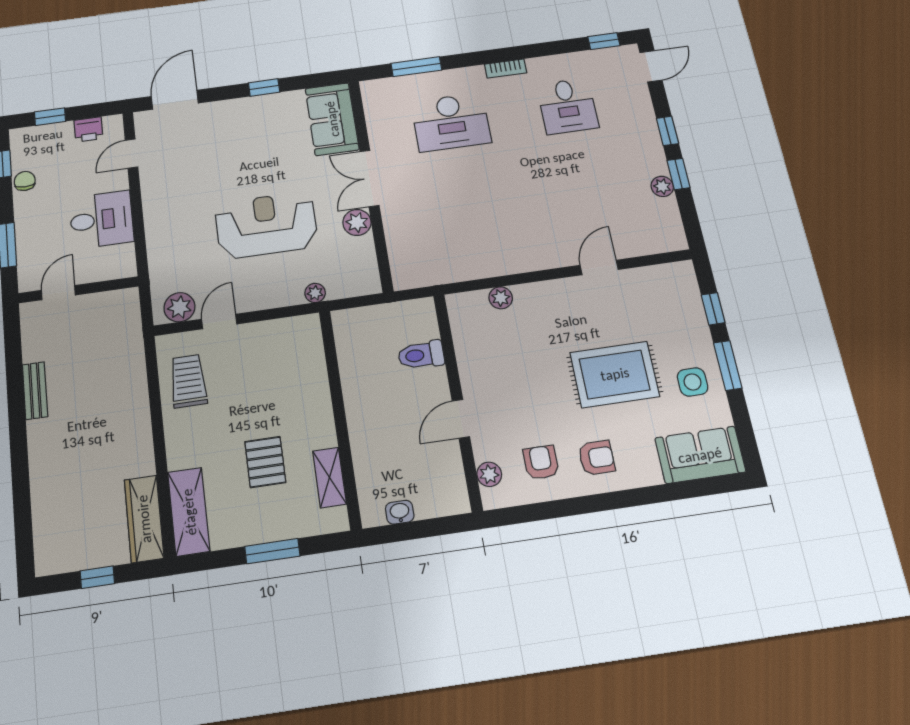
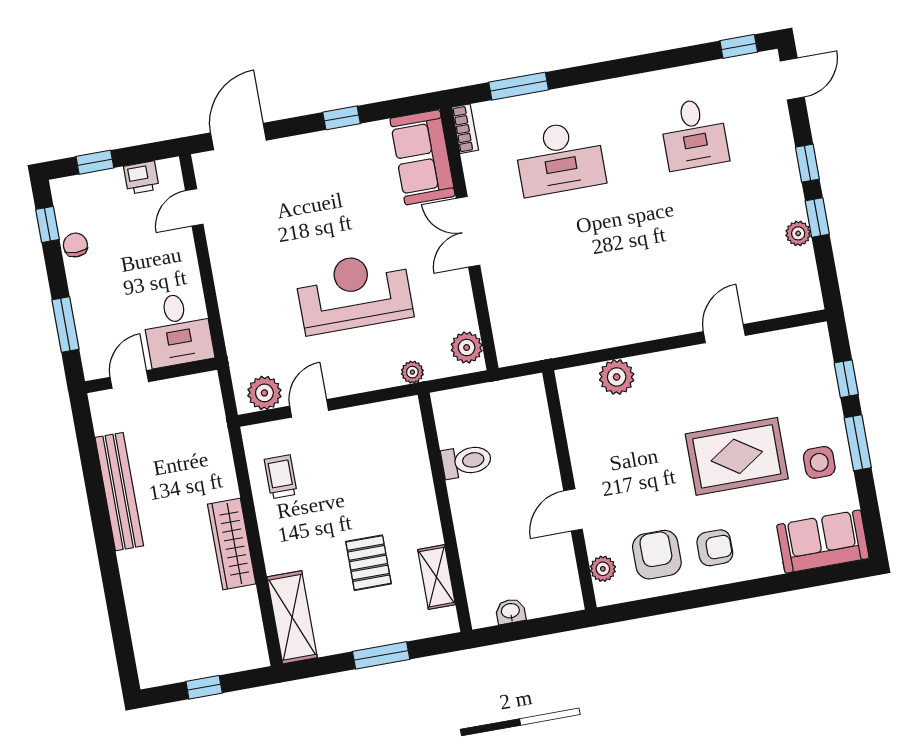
bookcase: (506, 68) -> (465, 129), moved, turned -90
desk: (101, 220) -> (178, 330), moved, turned 90
plant: (357, 222) -> (467, 348), moved
plant: (501, 298) -> (617, 377), width x1.38, depth x1.38
toilet: (421, 355) -> (467, 461), moved, turned 180
trolley: (188, 381) -> (281, 477), width x0.73, depth x0.72
bench: (35, 391) -> (119, 492), width x1.86, depth x1.21
armchair: (541, 462) -> (657, 555), width x1.38, depth x1.38
wardrobe: (144, 519) -> (232, 544), moved

